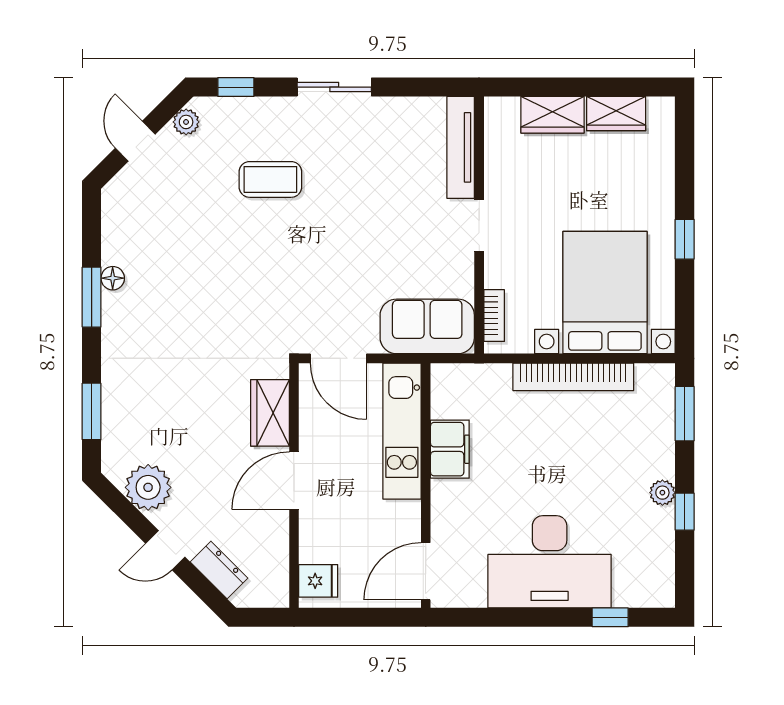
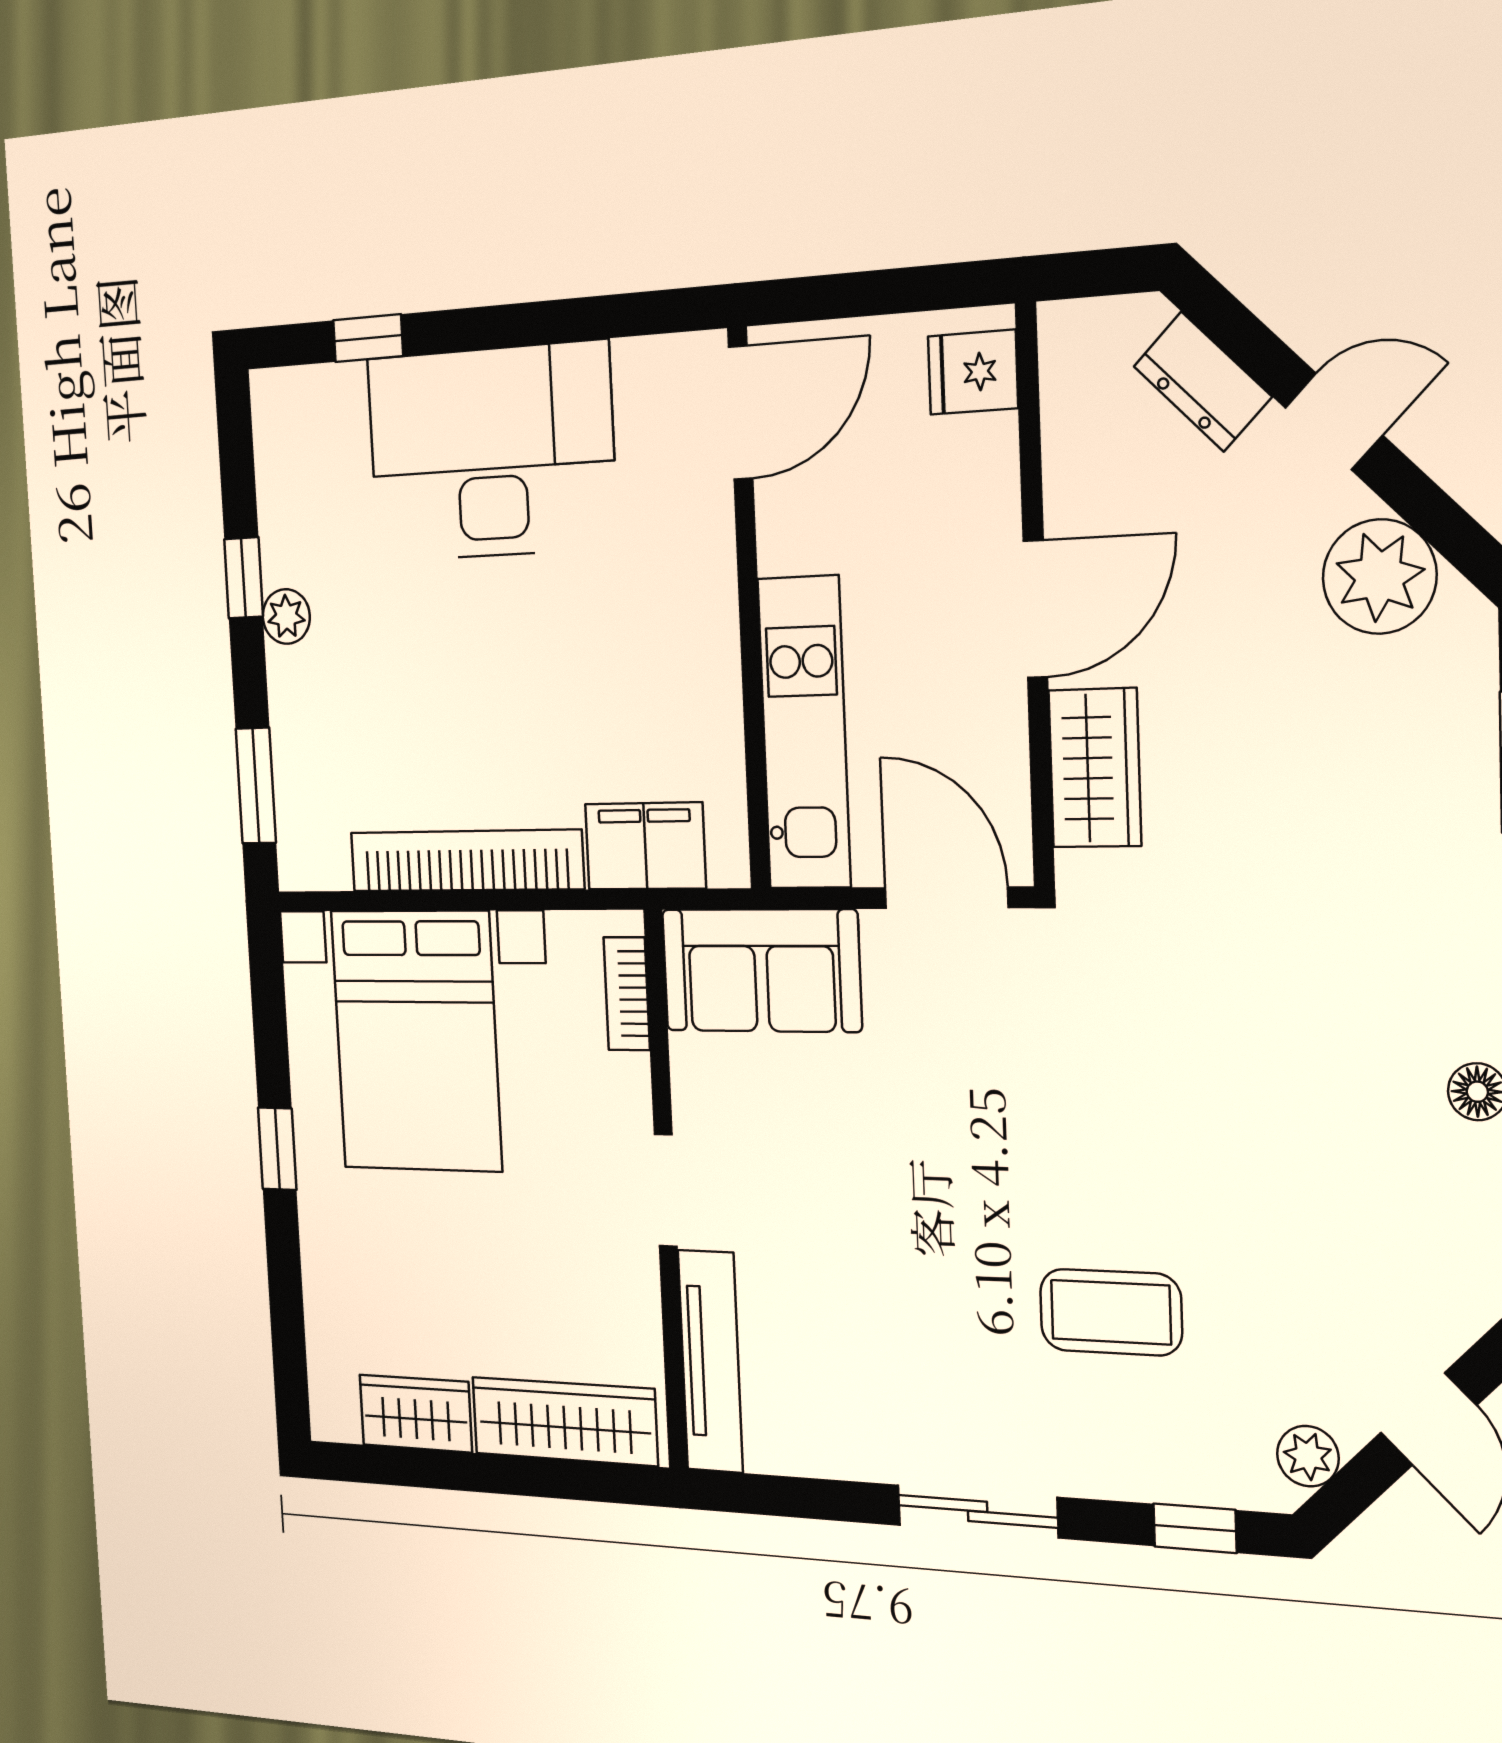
wardrobe: (553, 115) -> (564, 1421), width x1.50
filing cabinet: (450, 449) -> (645, 846), moved, turned 90

